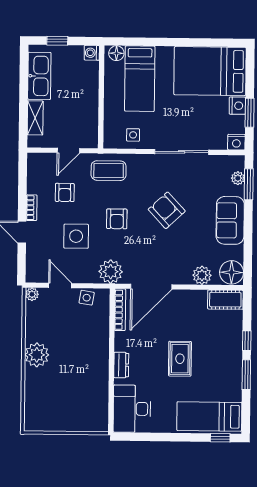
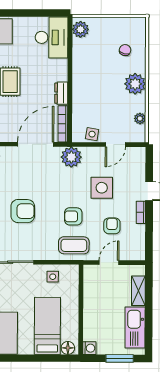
window: (57, 41) -> (120, 358), width x1.50
armchair: (167, 210) -> (23, 211), turned -47
armchair: (117, 219) -> (73, 216), moved, turned -90
door: (60, 285) -> (115, 145), hinge flipped
plant: (32, 294) -> (140, 119), moved
dresser: (121, 365) -> (61, 93), moved
chair: (48, 394) -> (125, 50), added
plant: (99, 418) -> (80, 29), added

